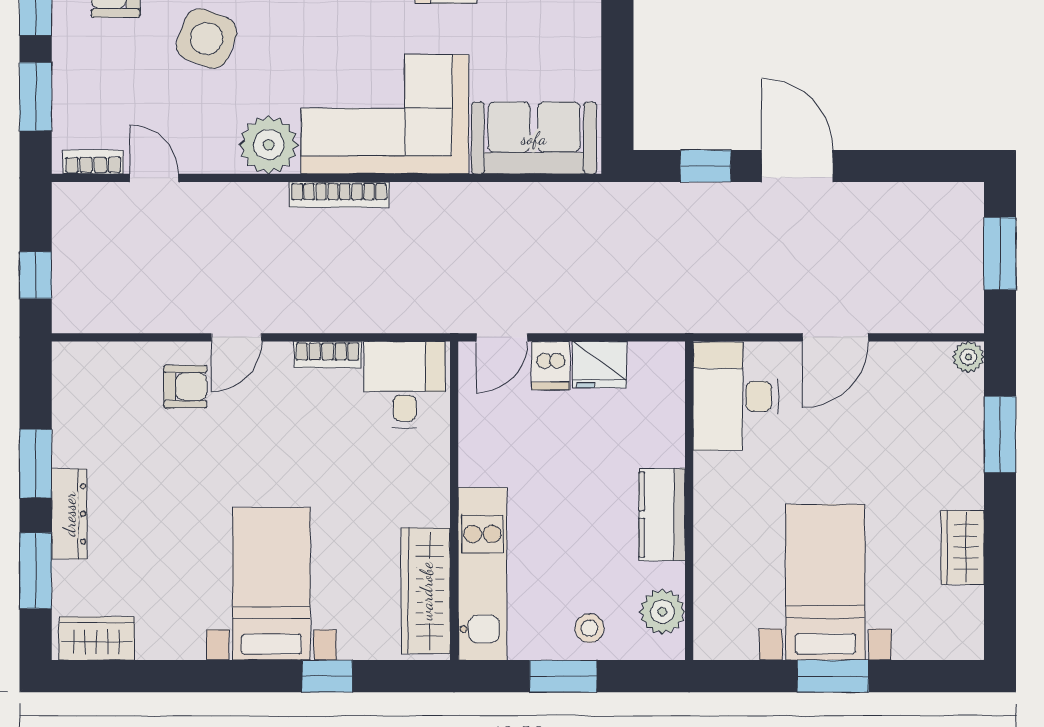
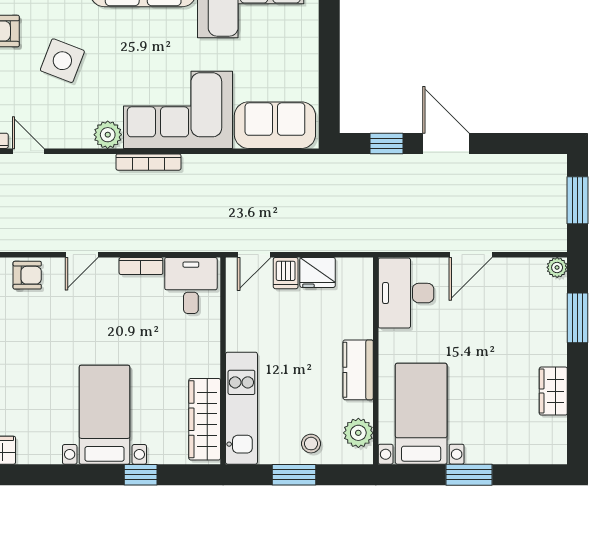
plant: (269, 145) -> (108, 135), width x0.73, depth x0.73
armchair: (185, 387) -> (27, 275), moved
bed with nightstands: (825, 582) -> (421, 414), moved

